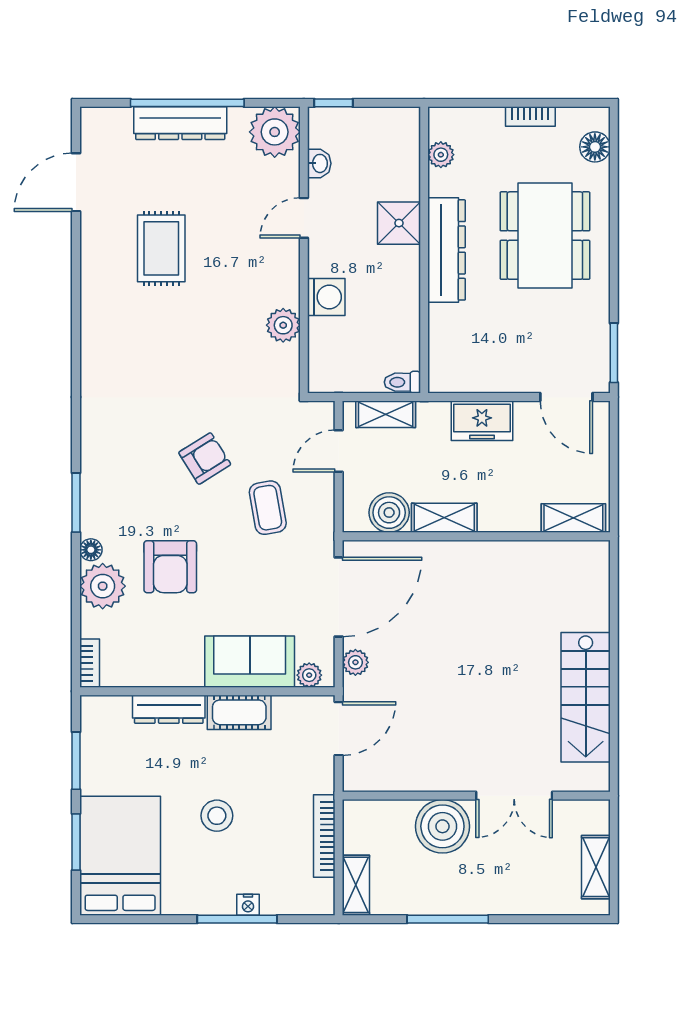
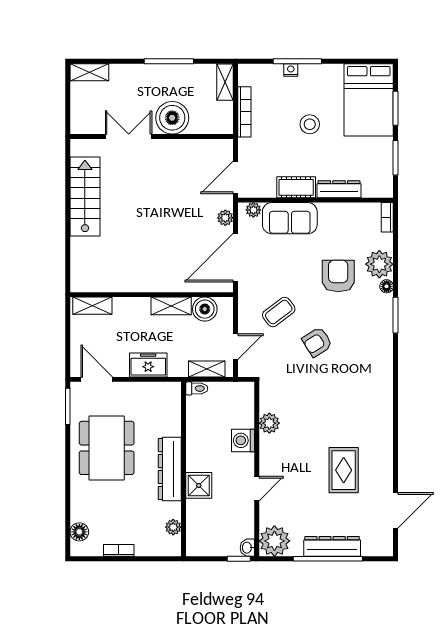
washbasin: (319, 163) -> (247, 548), moved
dining table: (545, 236) -> (107, 448), moved
coffee table: (268, 508) -> (279, 312), turned 63
shelving: (596, 867) -> (89, 72), moved, turned 90

